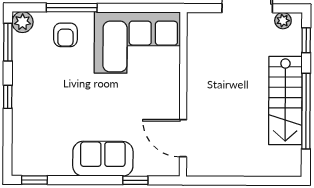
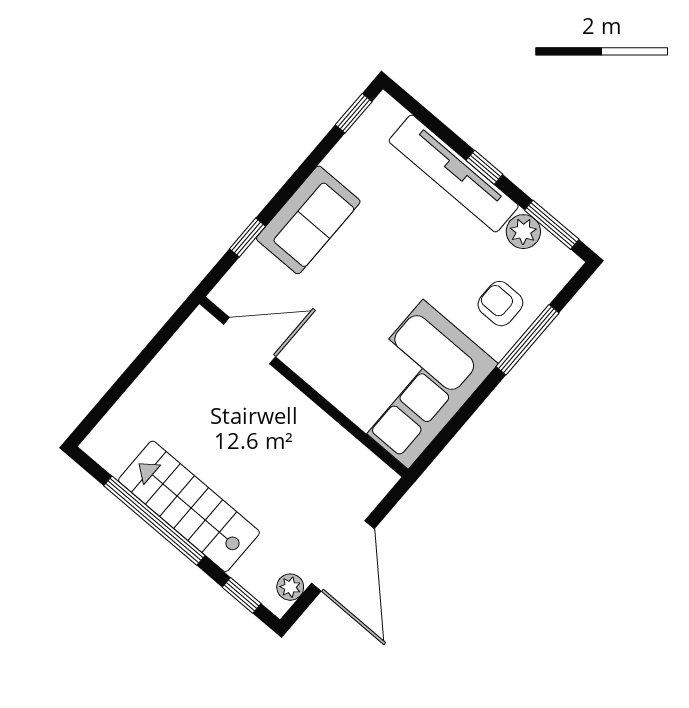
plant: (23, 22) -> (523, 232), moved
tv unit: (23, 109) -> (454, 173), added

